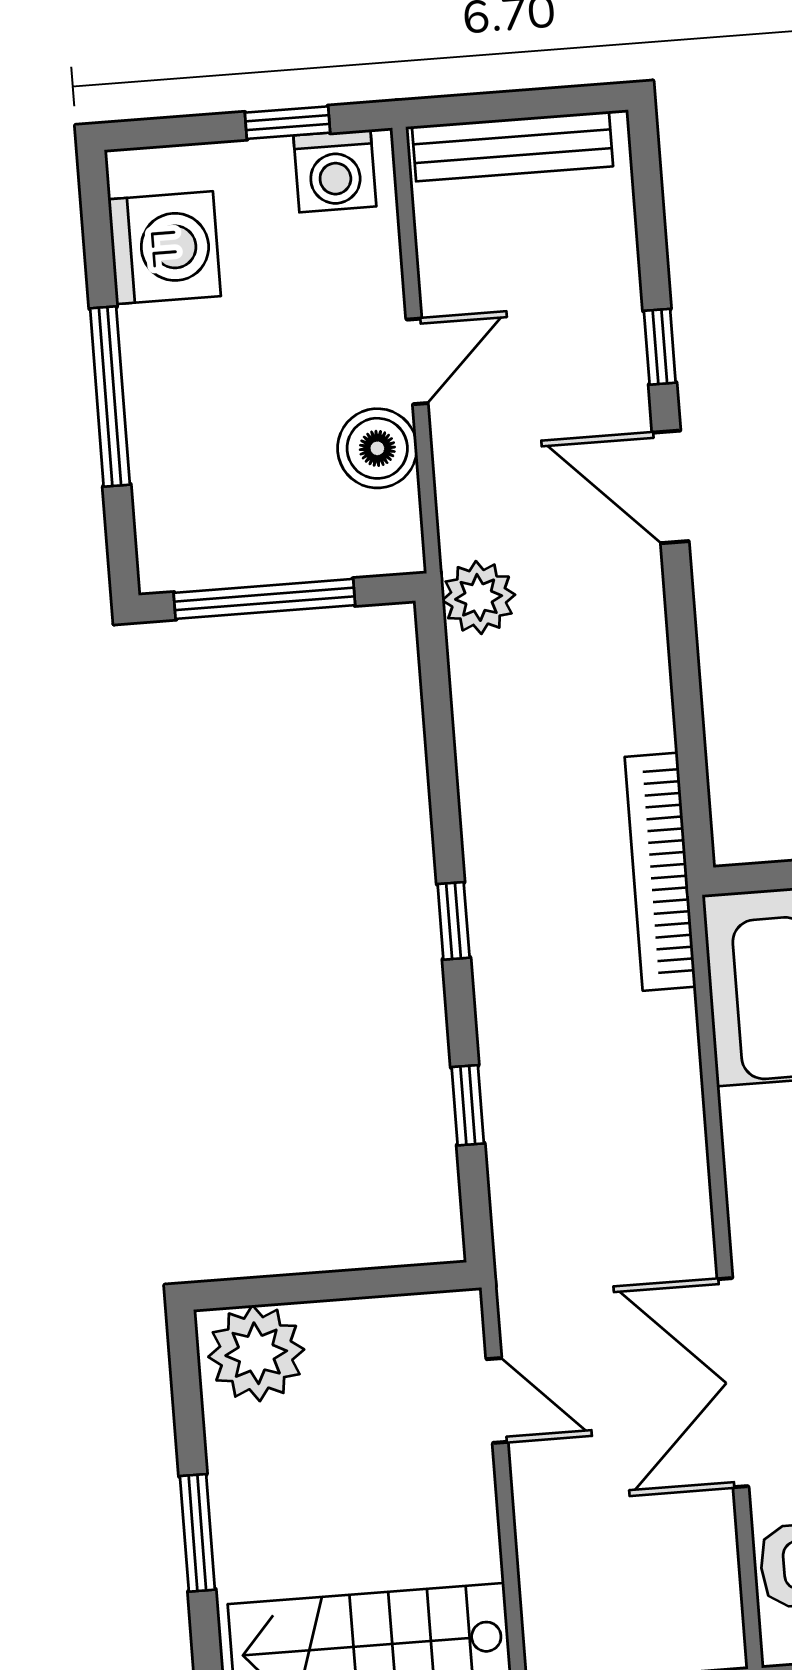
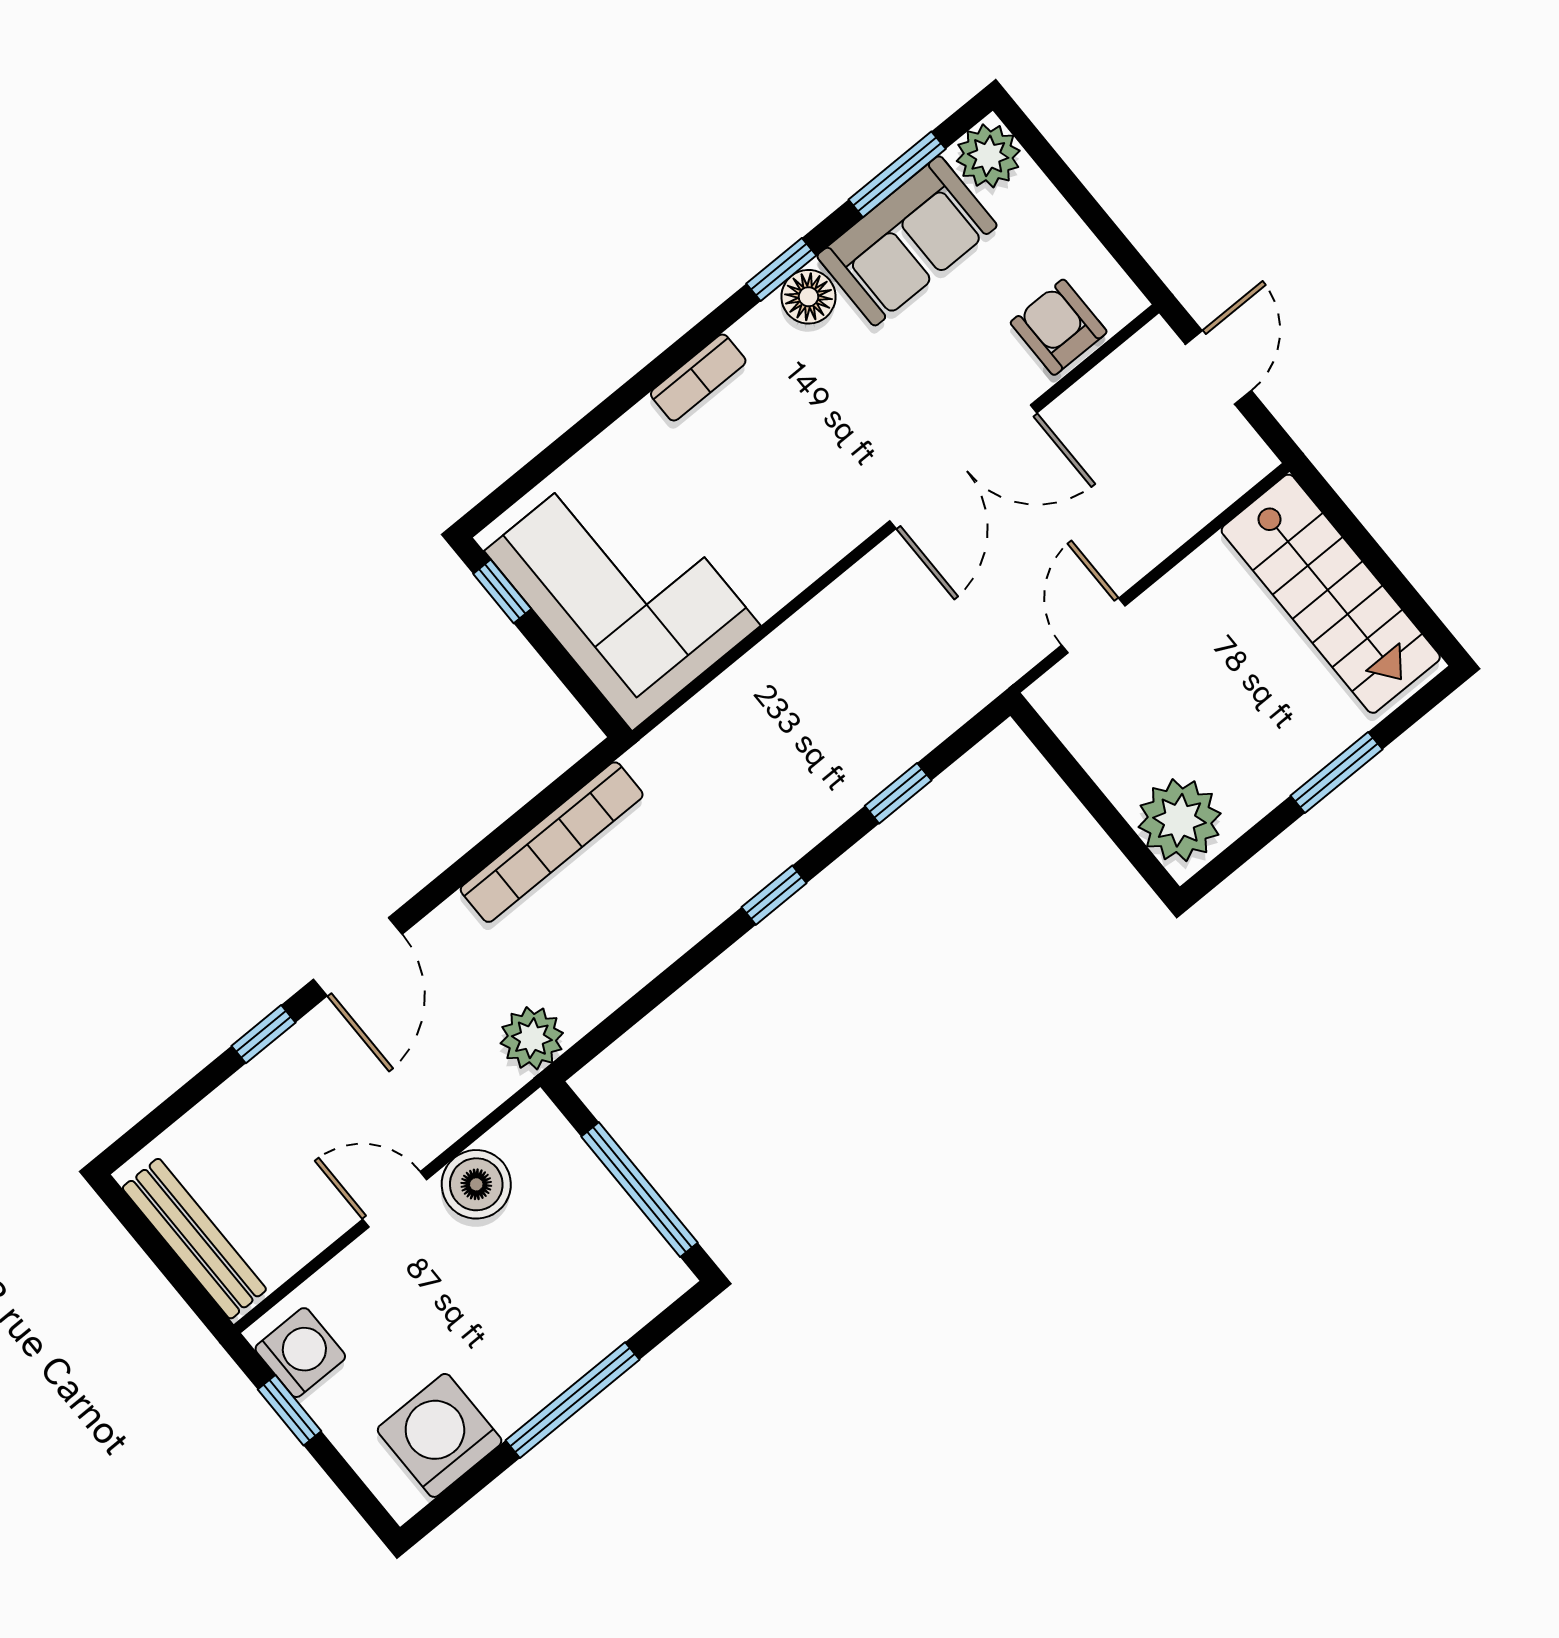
bookcase: (660, 872) -> (552, 842), moved

